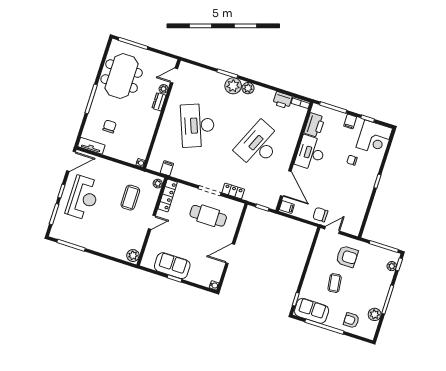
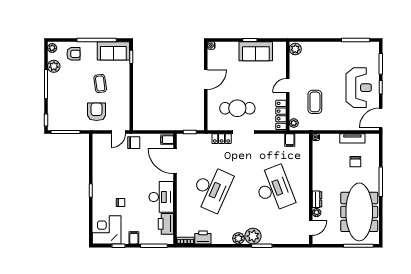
meeting table: (122, 76) -> (359, 212), width x1.36
tv unit: (91, 146) -> (352, 138), moved
reception desk: (83, 198) -> (359, 88), turned 180
armchair: (347, 257) -> (97, 112), turned 90
plant: (392, 266) -> (52, 48), moved

